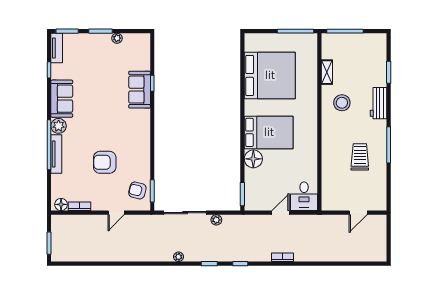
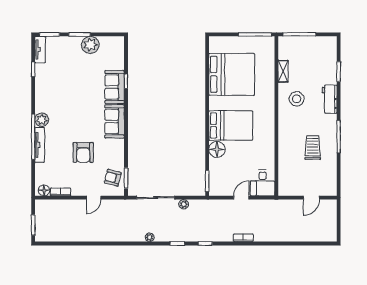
plant: (117, 38) -> (90, 45), width x1.87, depth x1.87
sofa: (62, 99) -> (115, 121), moved, turned 180
armchair: (105, 162) -> (83, 152), turned -90

